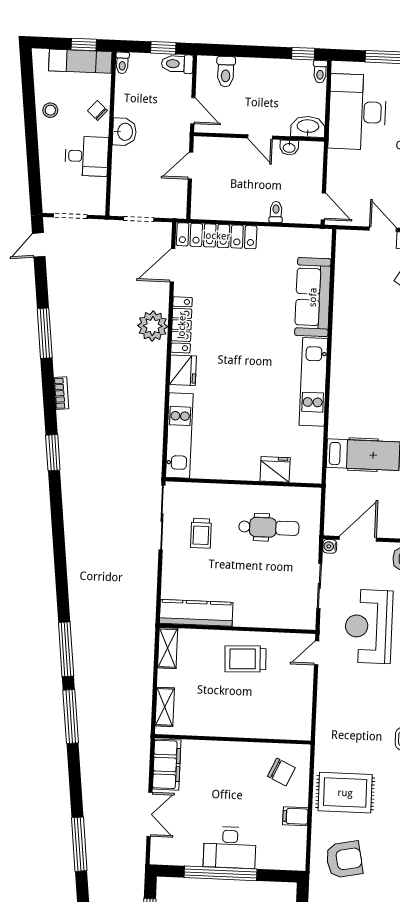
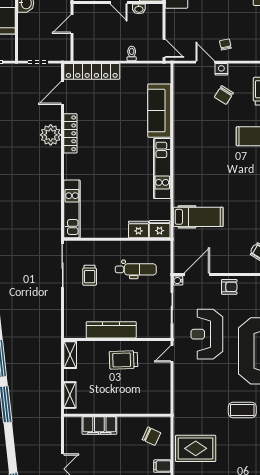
fridge: (183, 370) -> (160, 229), moved, turned -90
kitchen counter: (196, 613) -> (111, 330), moved
filing cabinet: (167, 765) -> (99, 426), moved, turned 90

